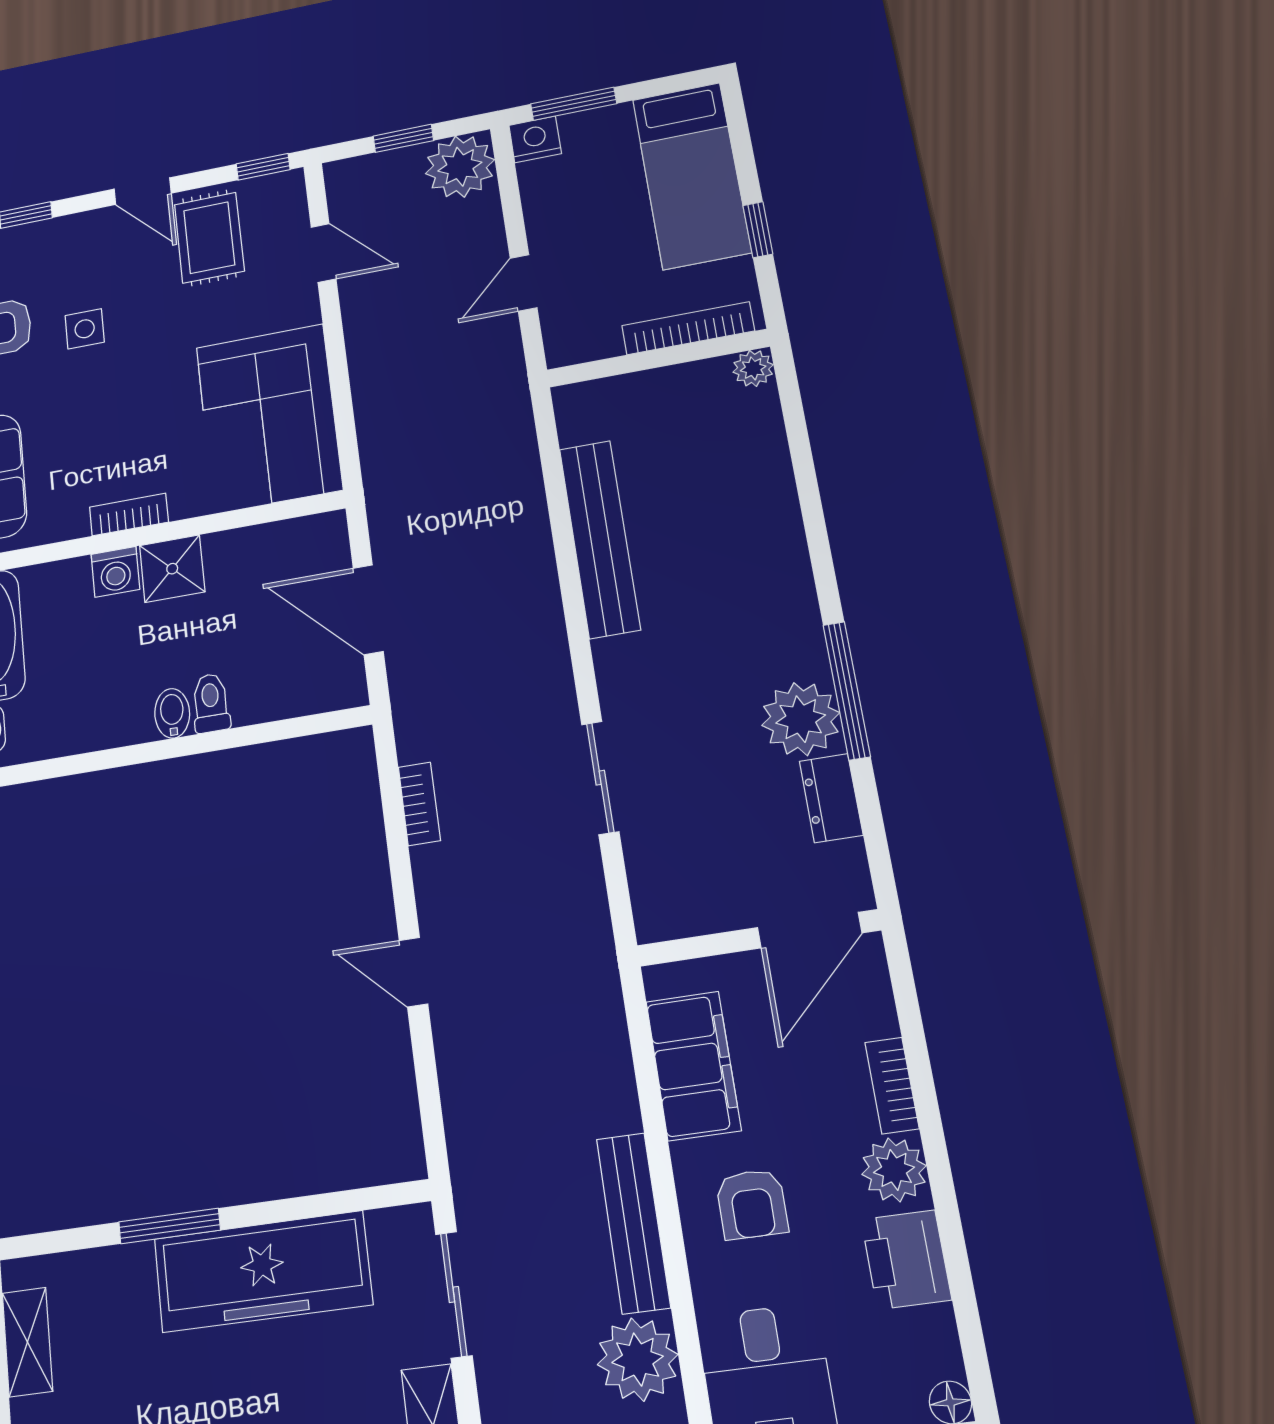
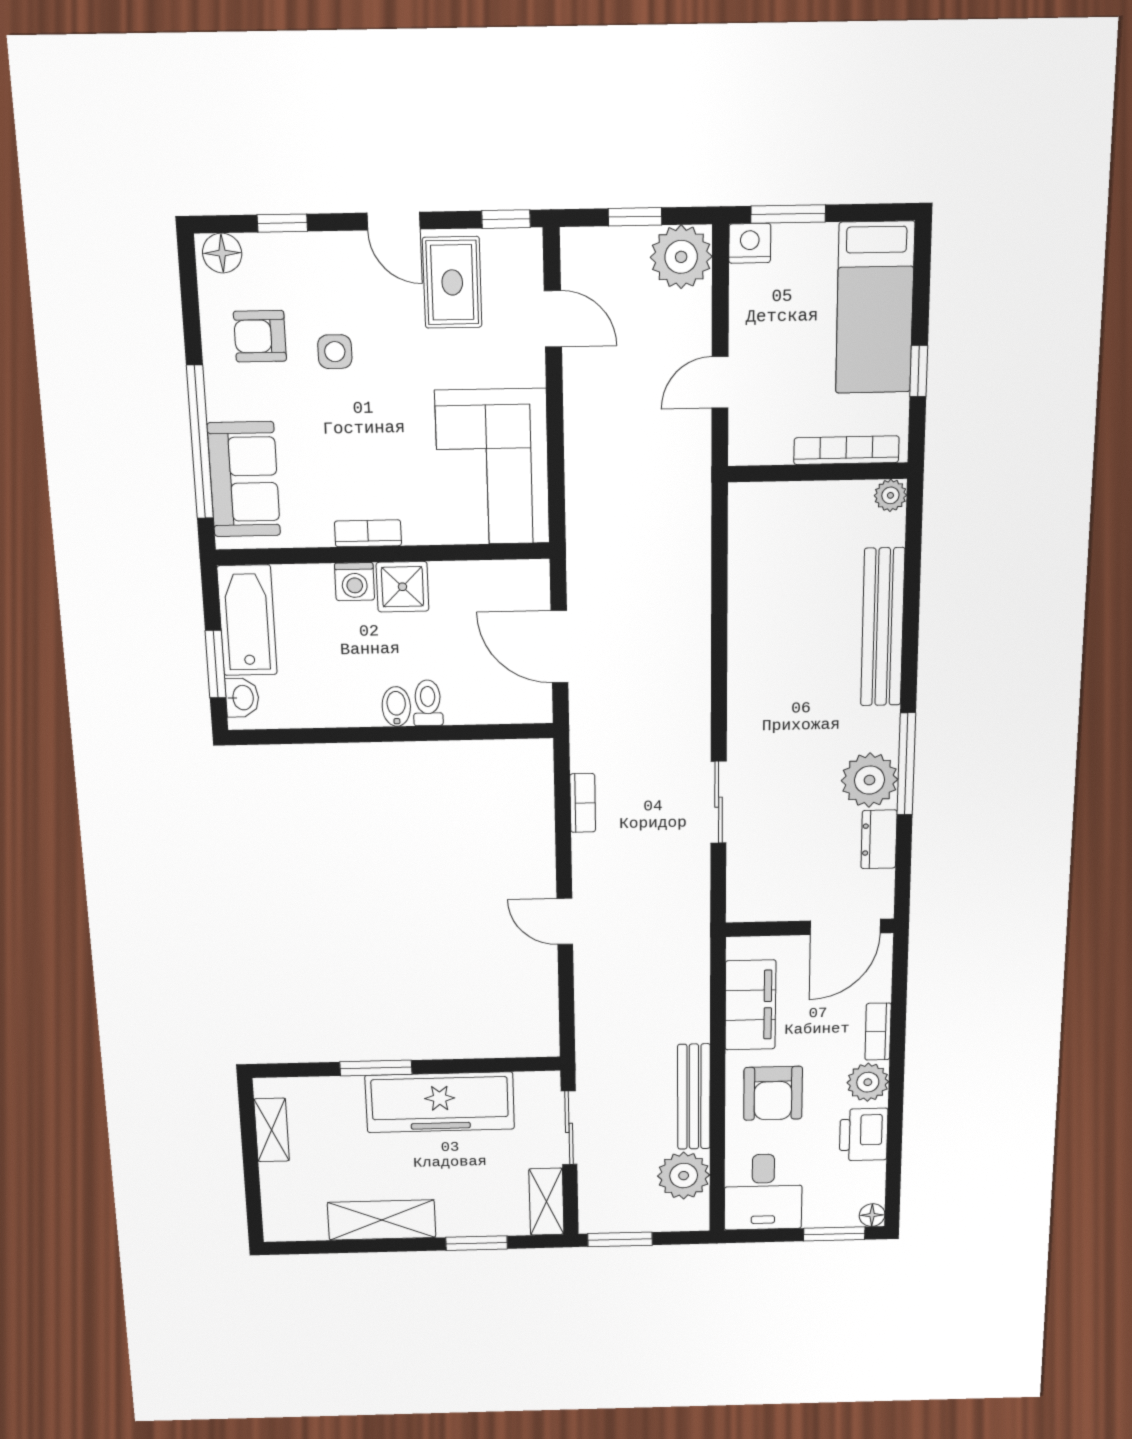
bench: (600, 539) -> (883, 627), moved
armchair: (752, 1204) -> (773, 1093), width x1.38, depth x1.38

